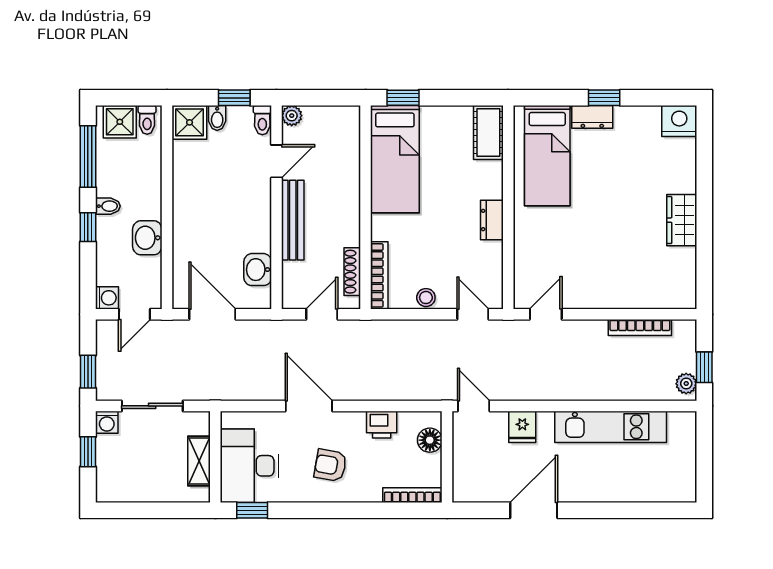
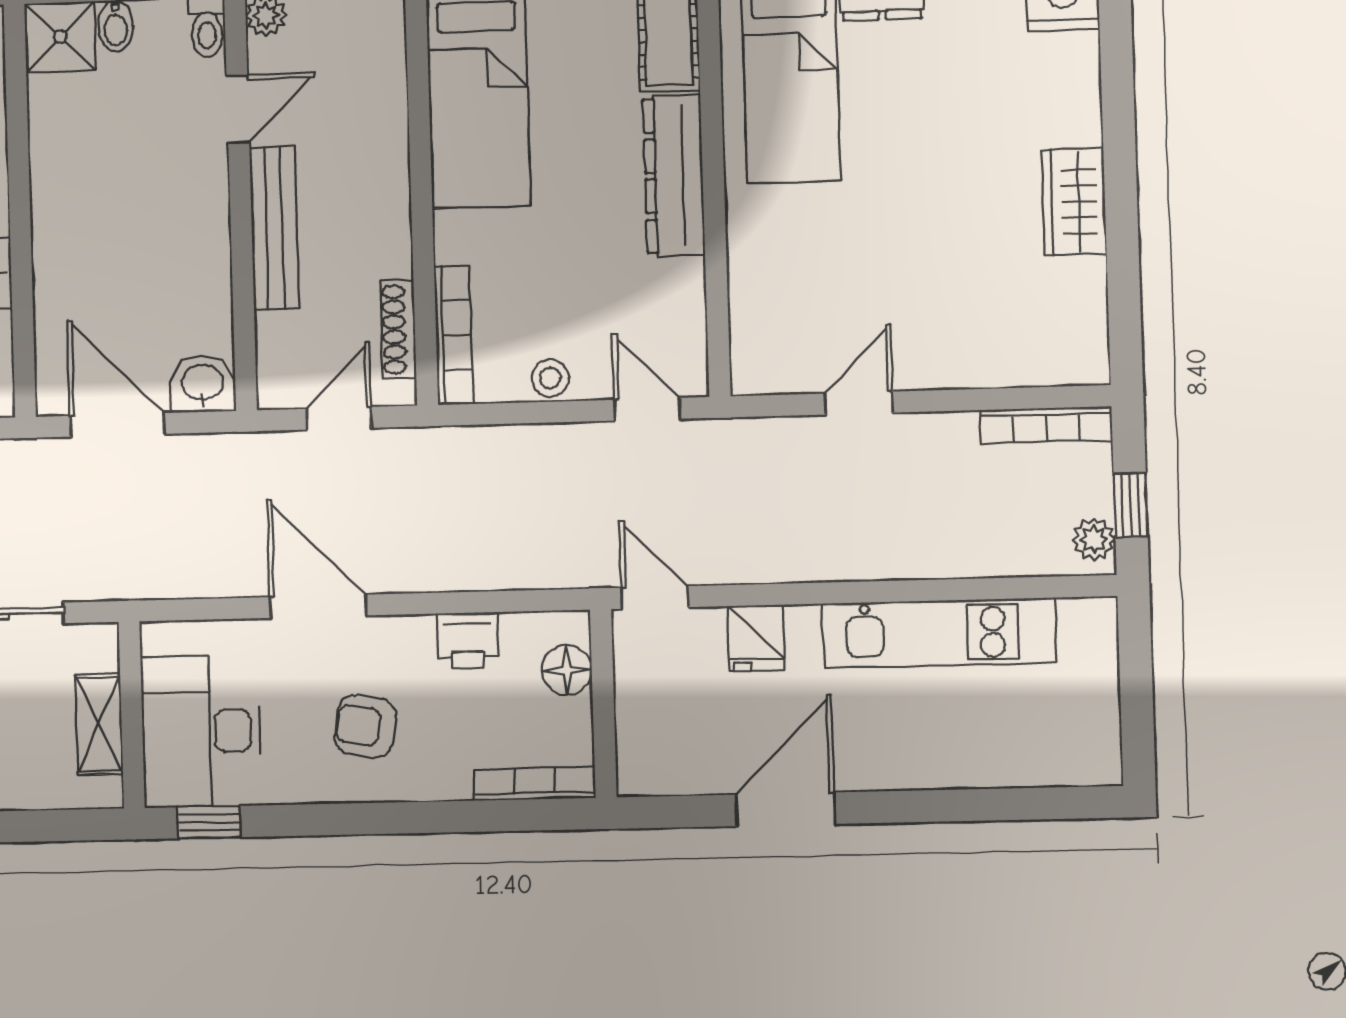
dresser: (492, 220) -> (674, 175), width x1.96, depth x1.24
washbasin: (258, 270) -> (203, 384), moved, turned 90
door: (546, 314) -> (859, 403), moved
bookcase: (640, 327) -> (1046, 425), moved

